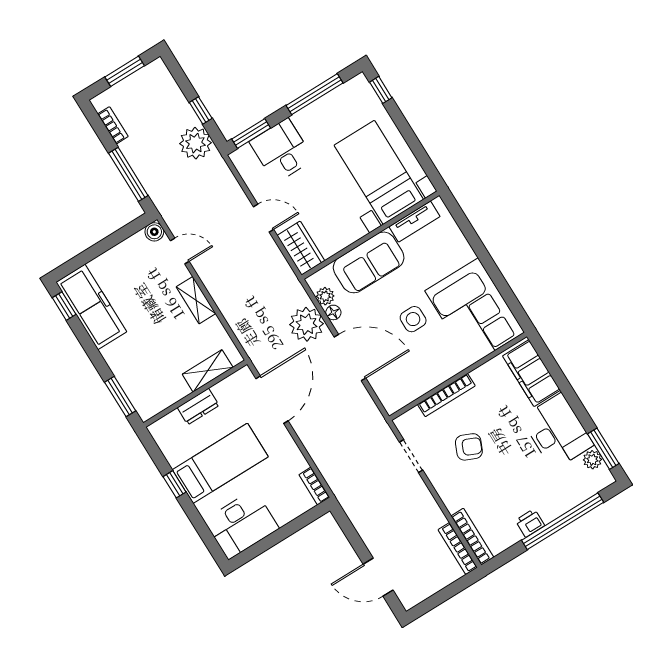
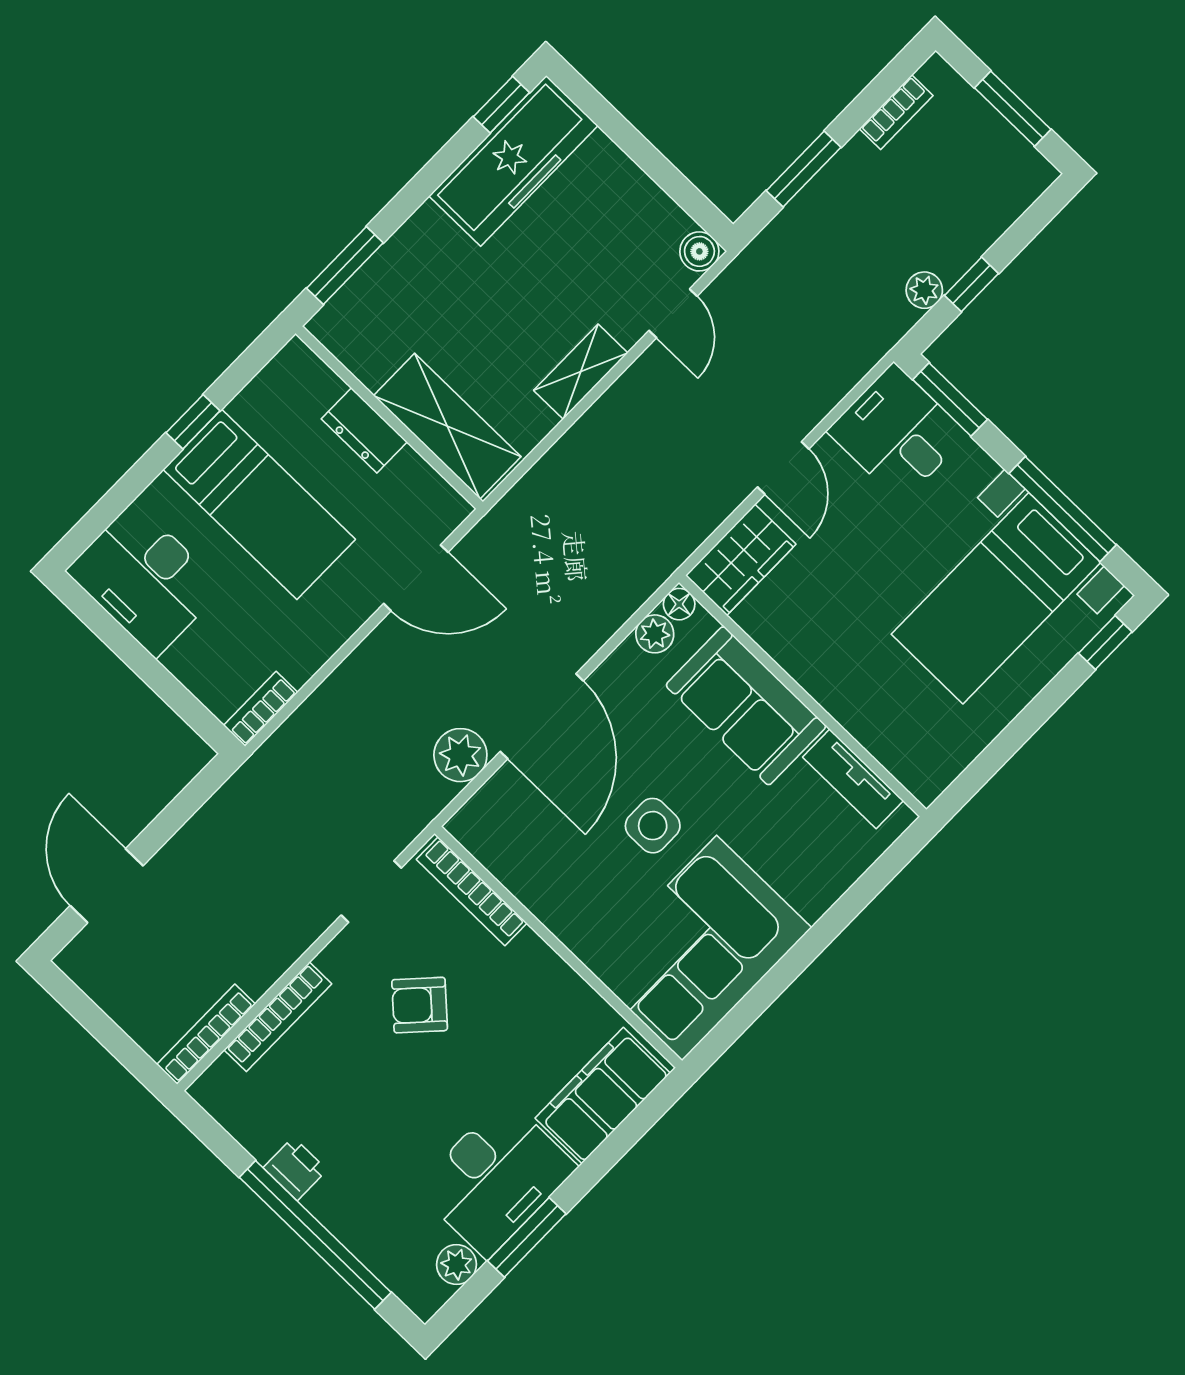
plant: (195, 143) -> (924, 290), width x0.53, depth x0.53
desk: (281, 151) -> (897, 433), moved, turned -90
bed with nightstands: (379, 172) -> (996, 598), moved, turned 180
window: (128, 174) -> (804, 169), width x0.69
floor lamp: (333, 312) -> (679, 604), moved
plant: (307, 324) -> (460, 755), moved, width x0.73, depth x0.73
shelving: (208, 371) -> (447, 426), width x1.50, depth x1.33
bookcase: (446, 395) -> (472, 891), moved
door: (272, 400) -> (416, 578), width x0.73
armchair: (469, 447) -> (420, 1005), turned 110
window: (603, 449) -> (527, 1237), moved
bookcase: (472, 537) -> (278, 1017), moved

